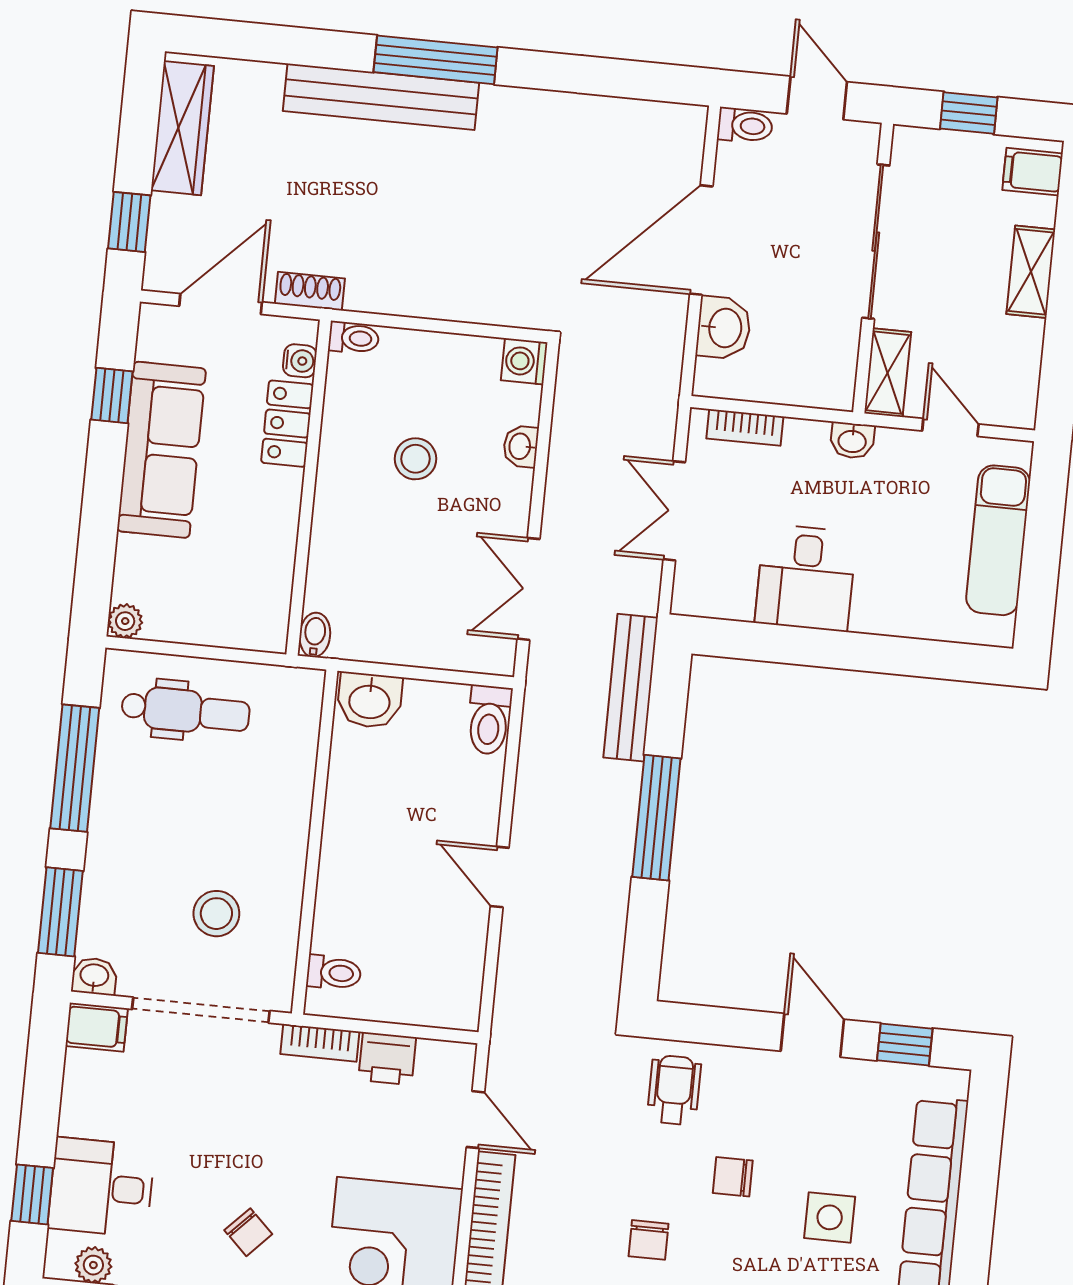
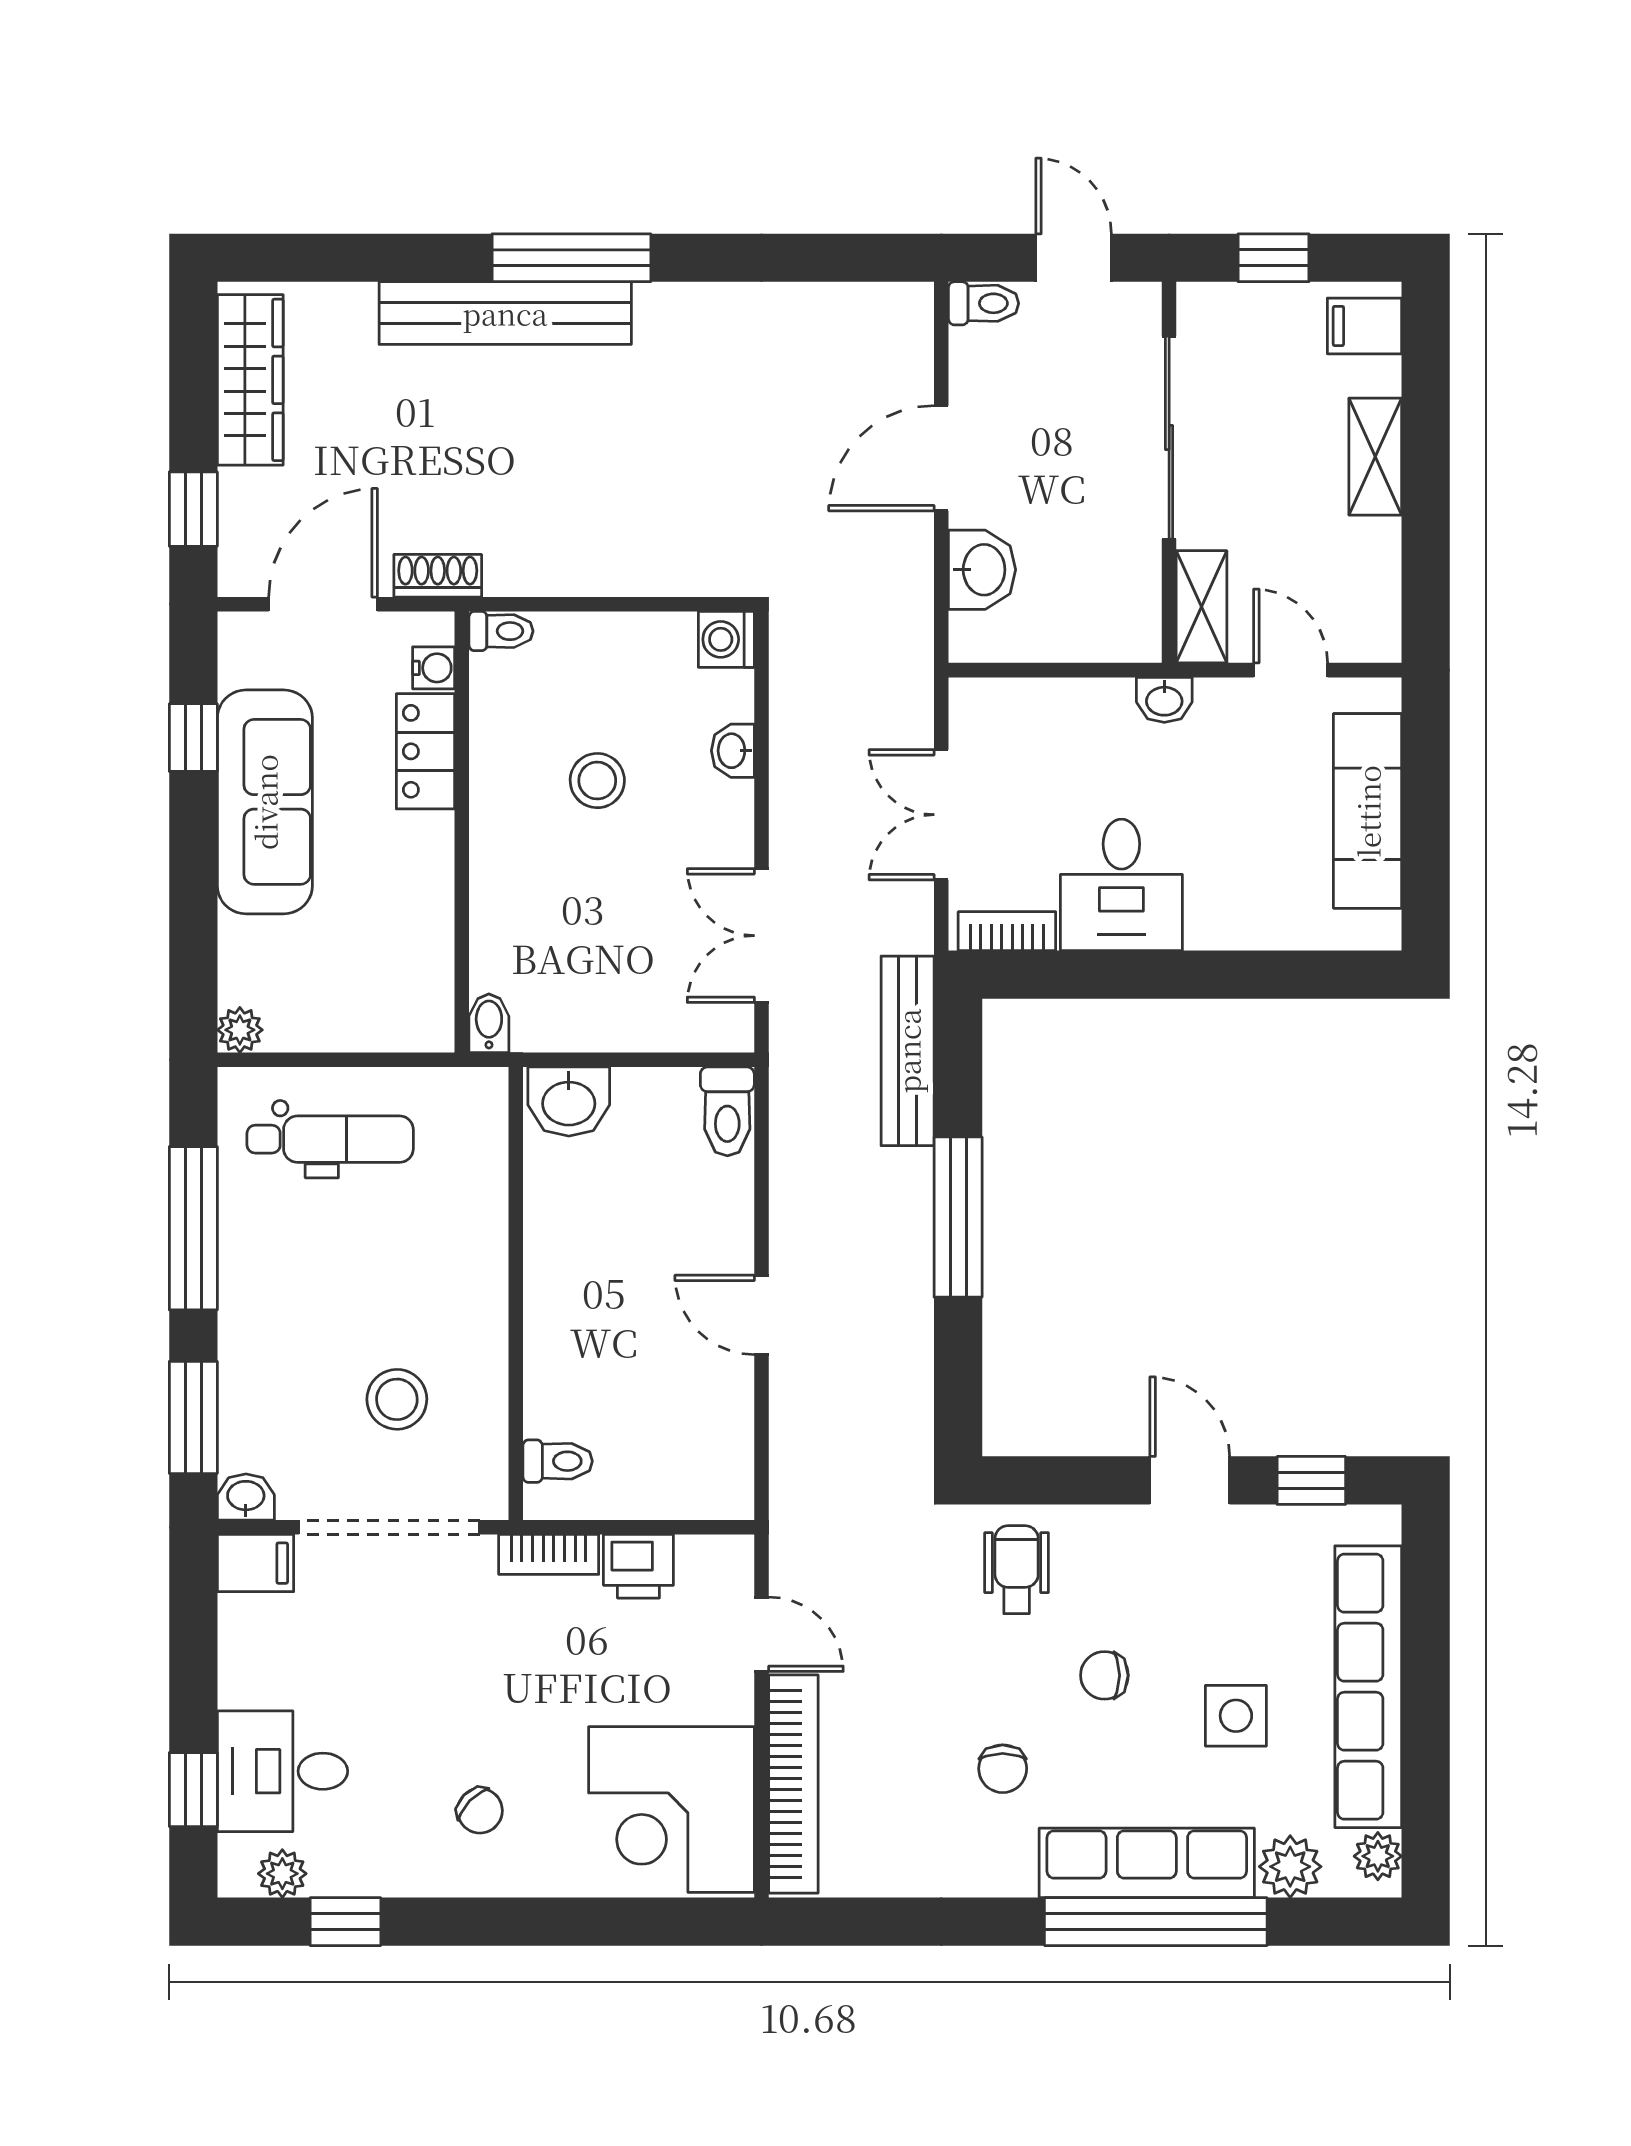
door: (701, 240) -> (941, 458), width x0.73
bookcase: (745, 427) -> (1007, 931), moved, turned 180

